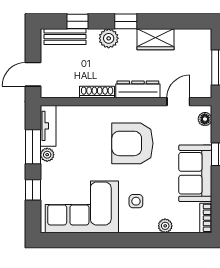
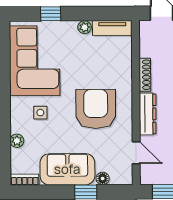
floor lamp: (205, 119) -> (103, 178), moved
window: (33, 147) -> (92, 14), removed

